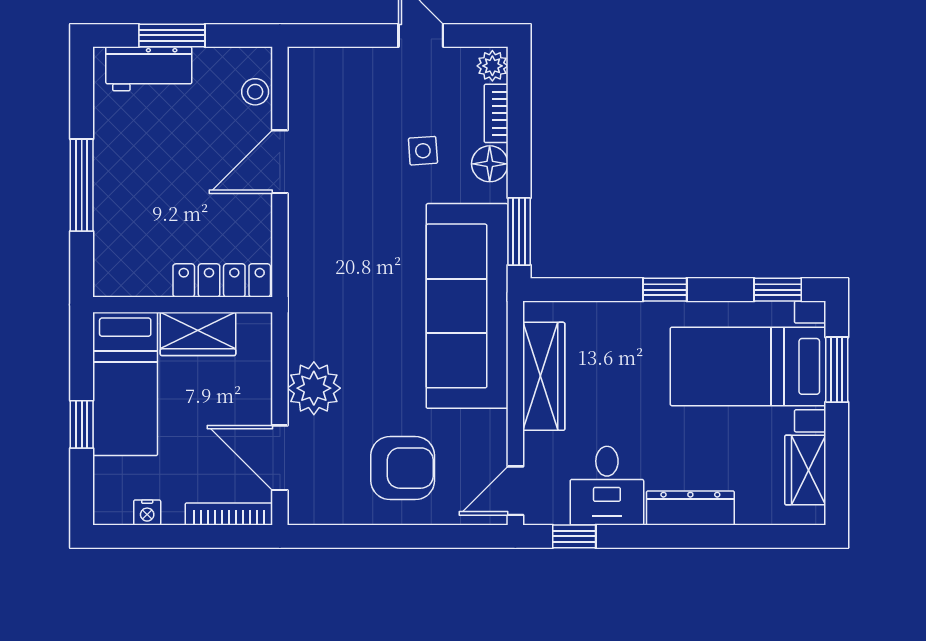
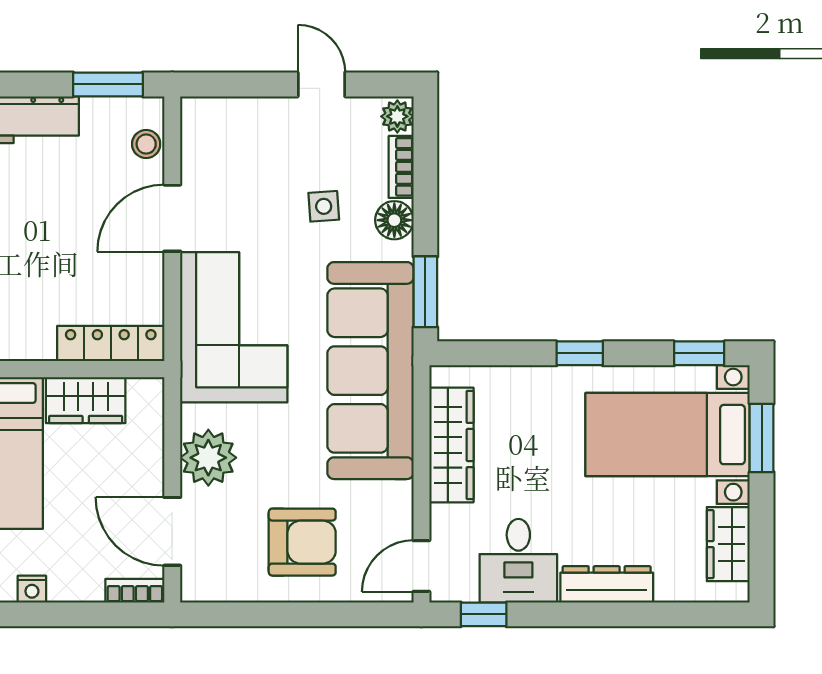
window: (172, 35) -> (108, 84), moved
corner sofa: (338, 265) -> (234, 327), added
bookcase: (229, 514) -> (135, 591), width x0.64

